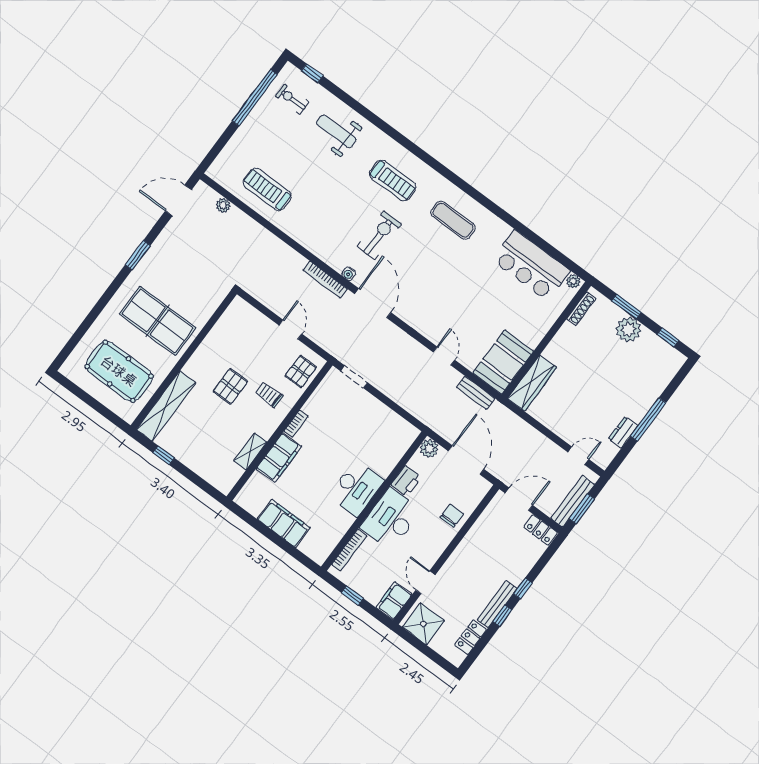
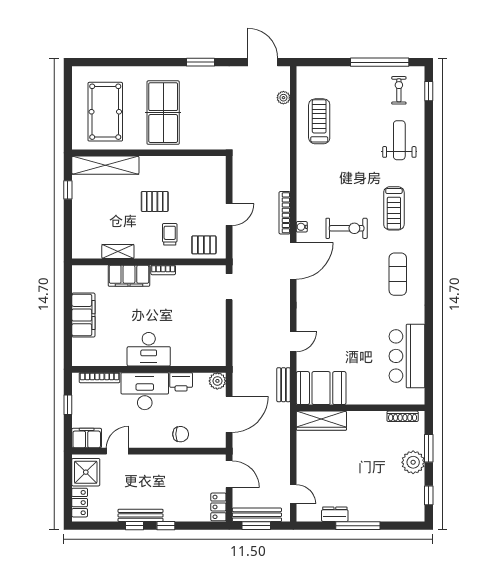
plant: (573, 281) -> (418, 396), removed
locker: (471, 637) -> (80, 503), moved, turned 90

